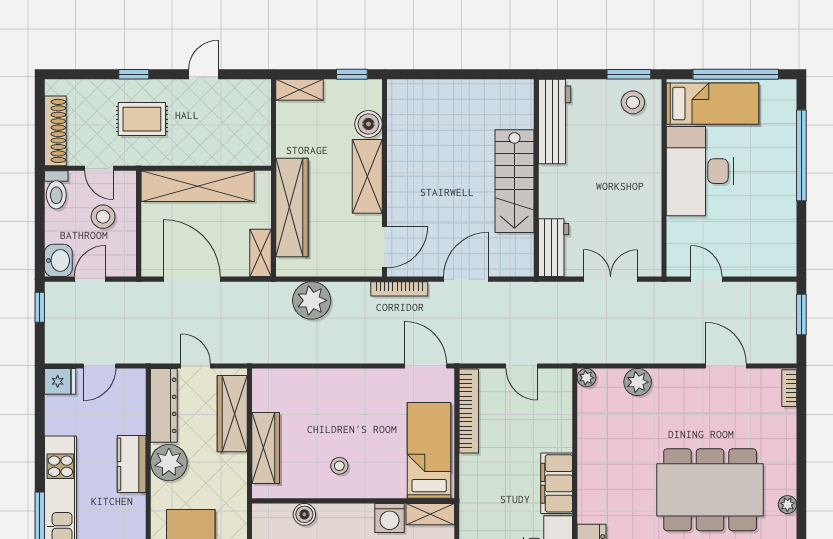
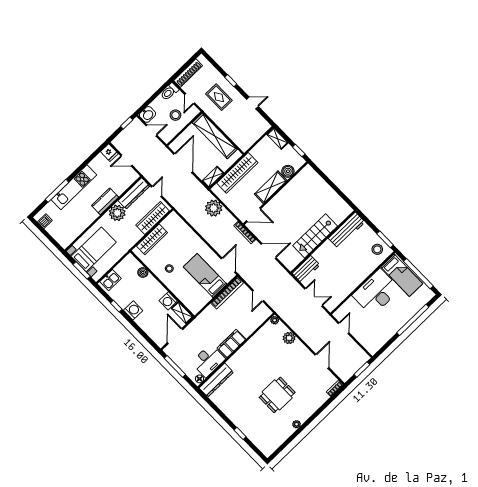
bed: (429, 450) -> (205, 275), moved, turned -90
dining table: (710, 490) -> (277, 395), width x0.53, depth x0.80

